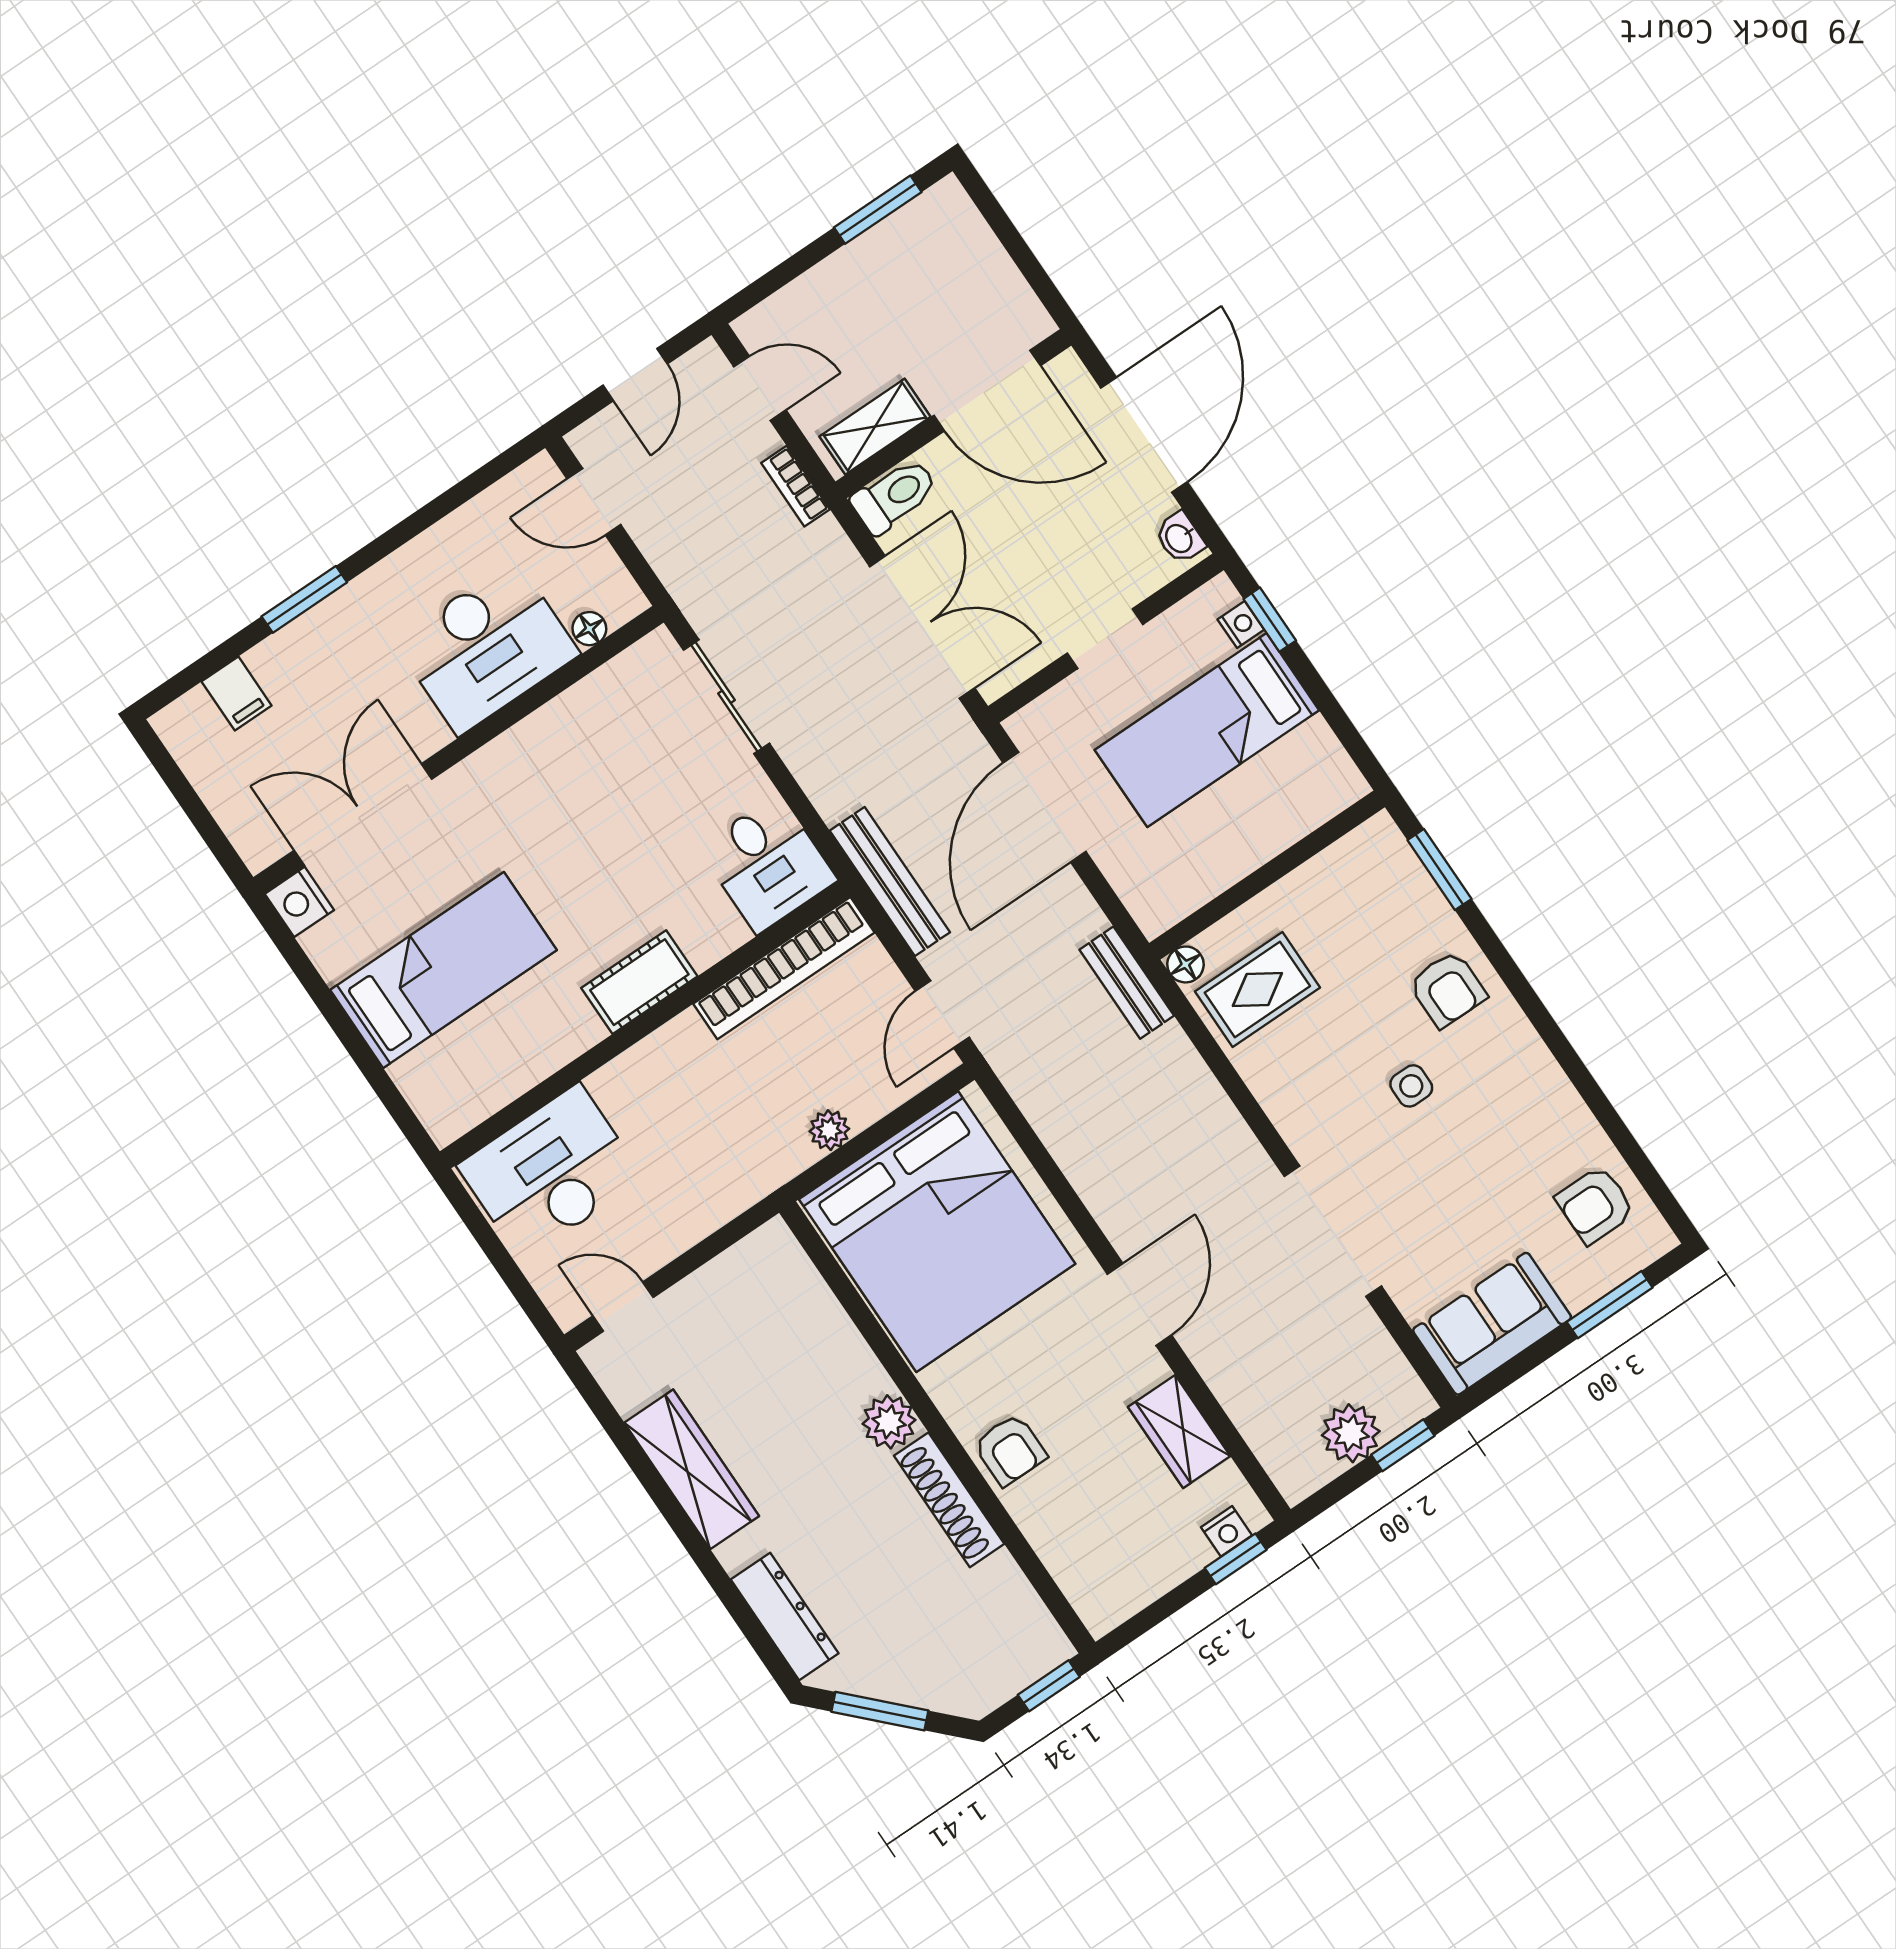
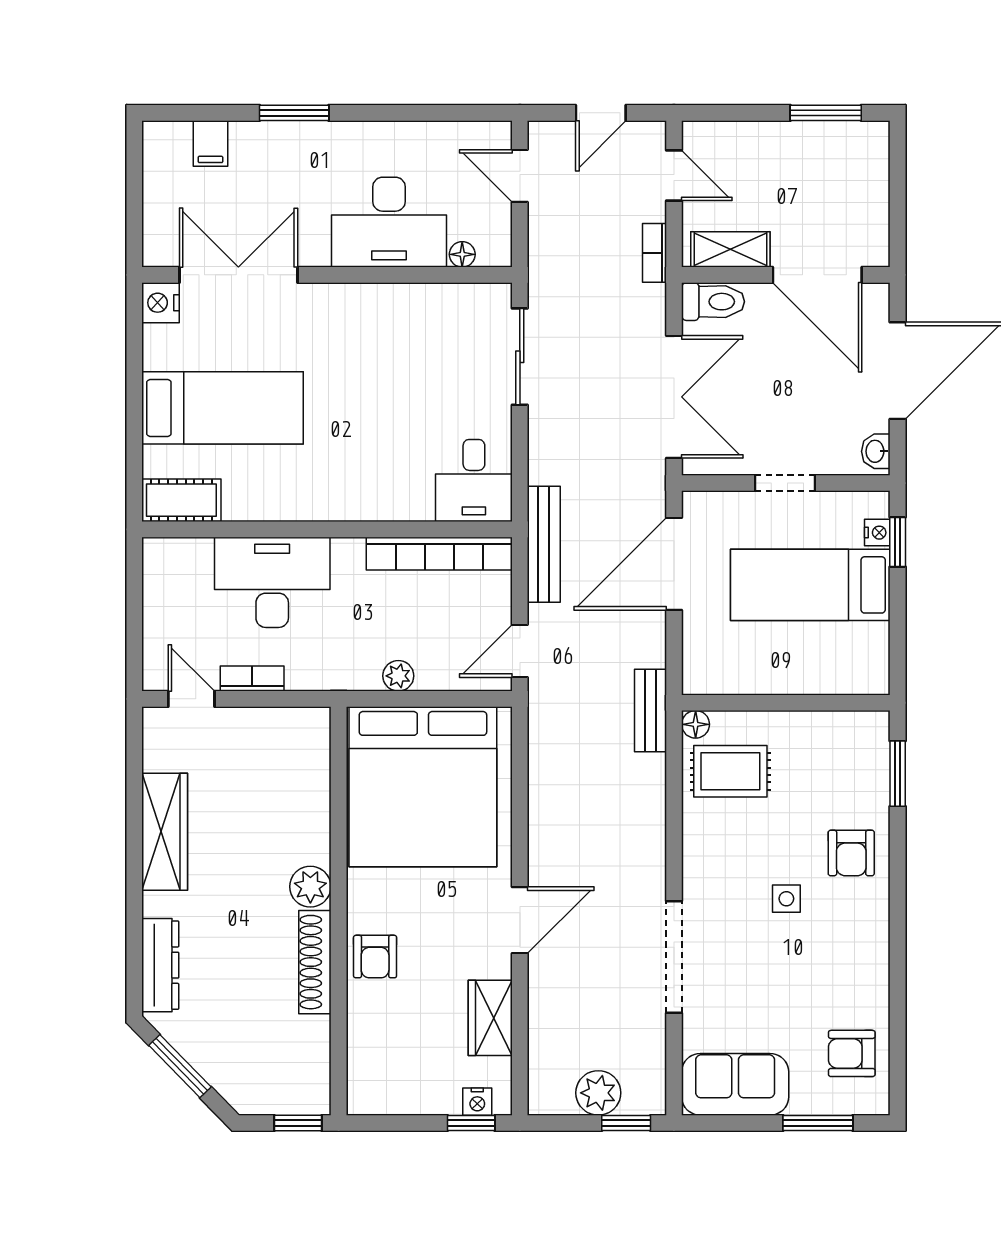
cot: (639, 982) -> (181, 500), moved
desk: (551, 1172) -> (272, 582), moved
bookcase: (674, 1240) -> (252, 679), added

